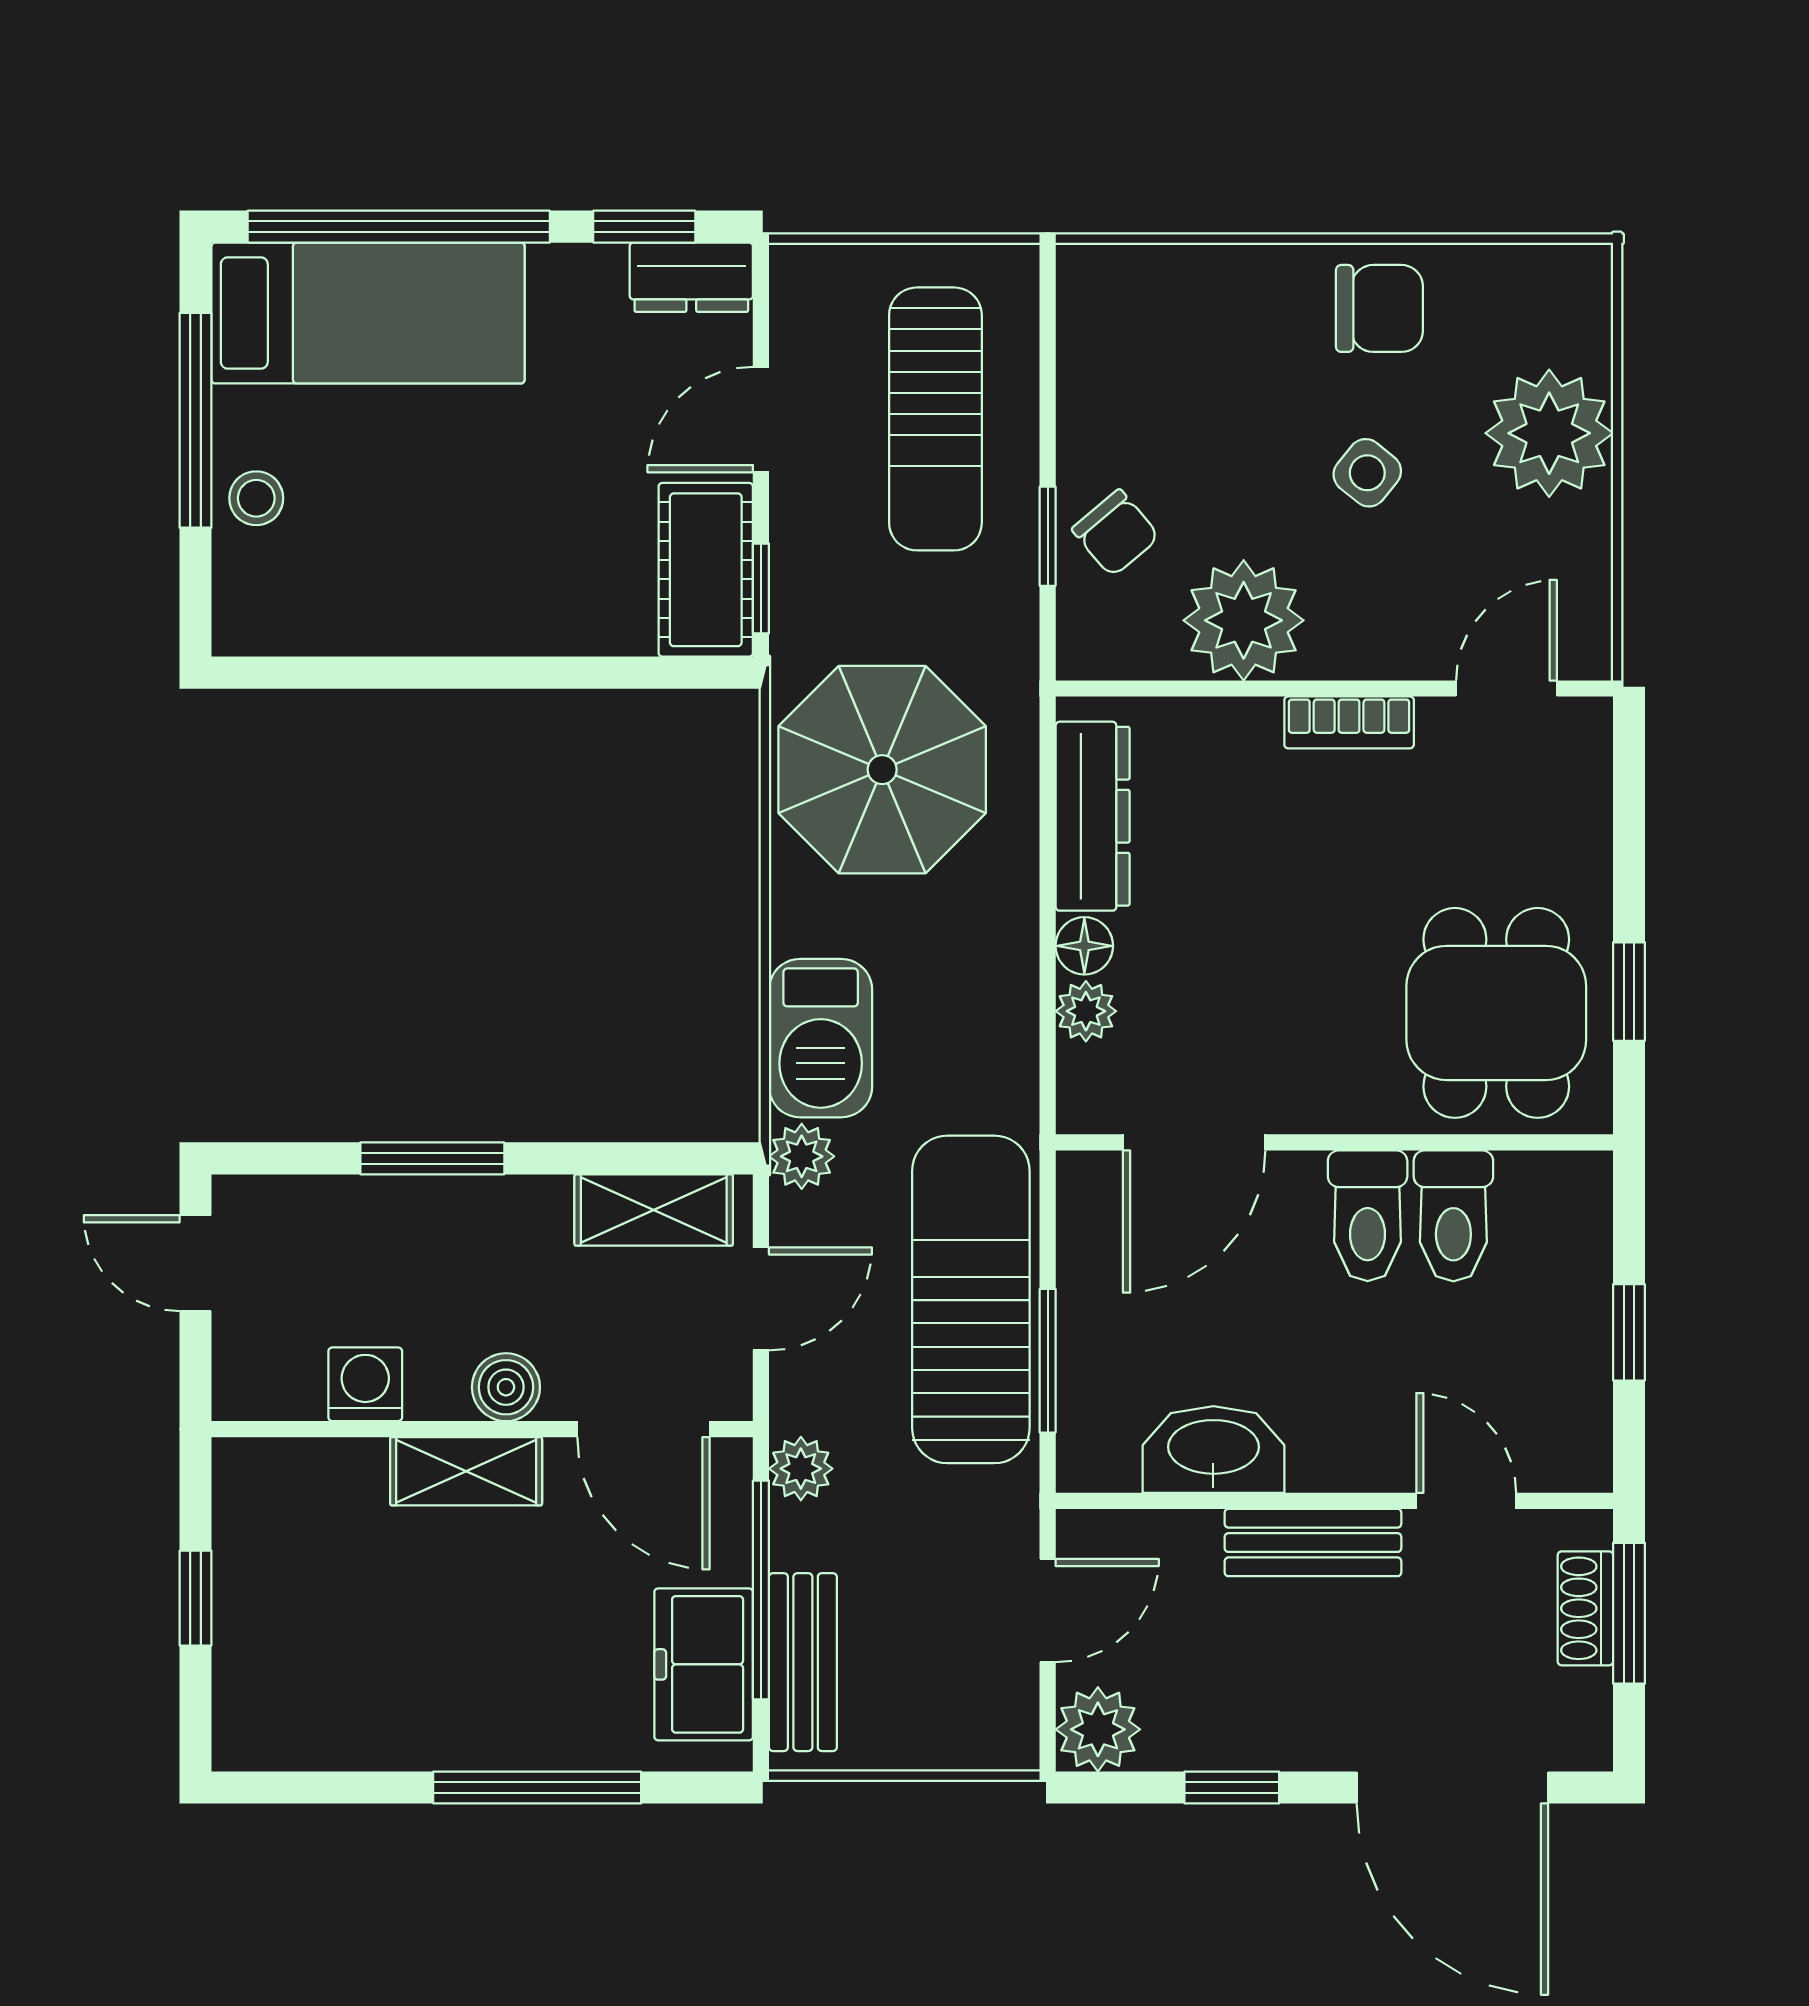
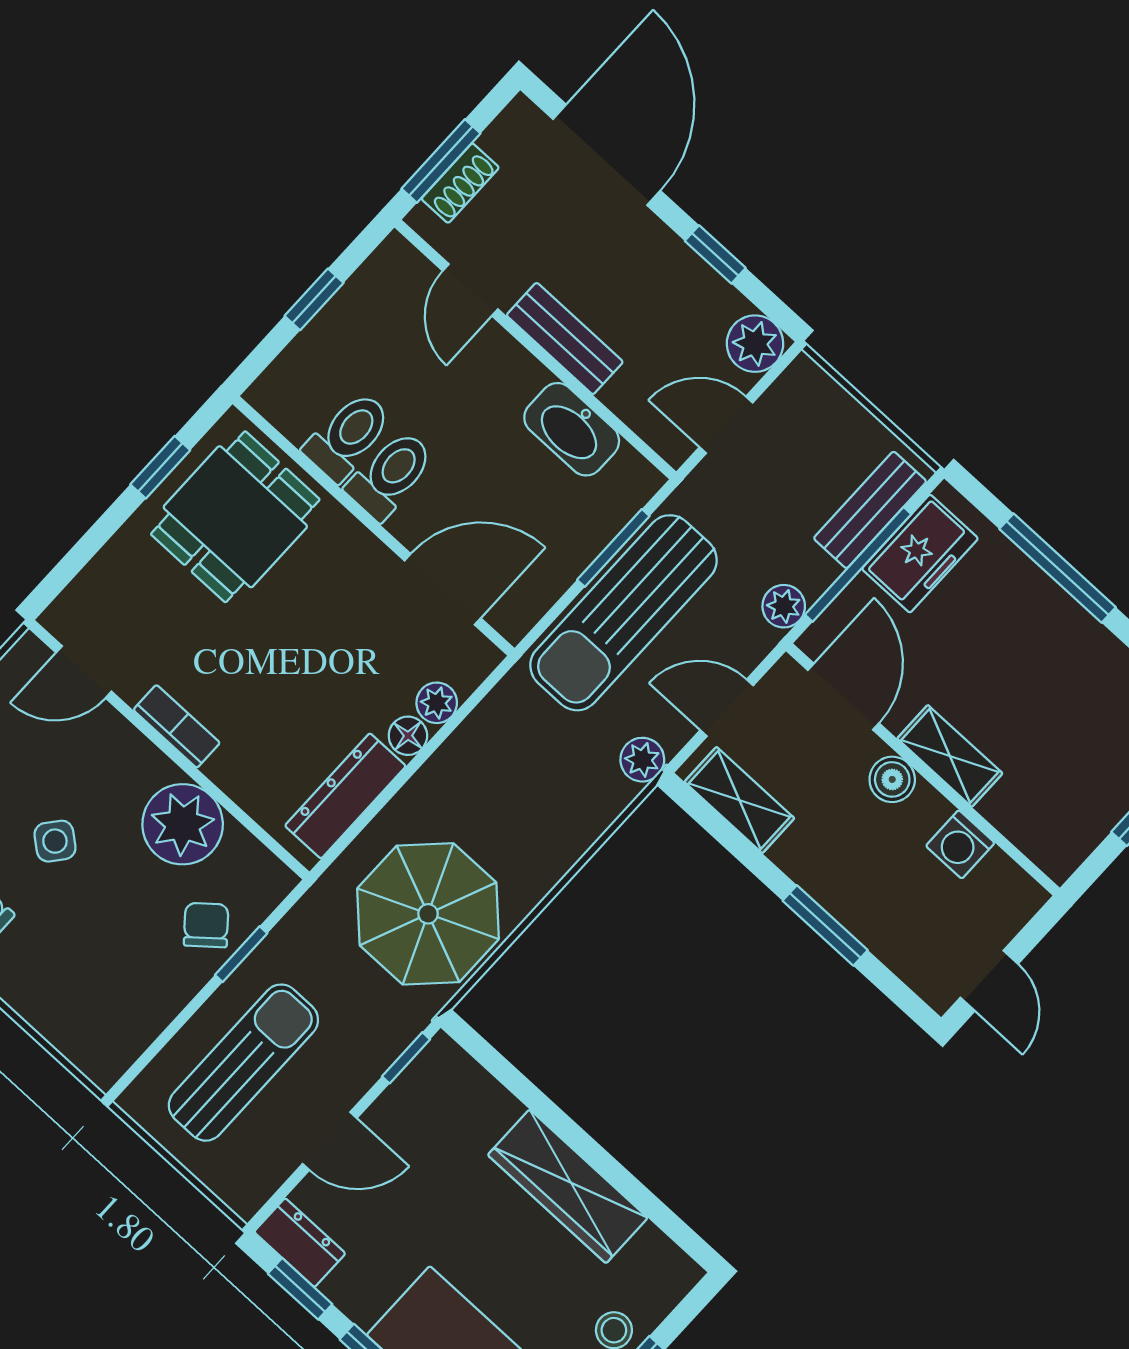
cot: (706, 570) -> (425, 1092), removed
wardrobe: (453, 610) -> (568, 1186), added
barbecue: (821, 1038) -> (580, 809), removed

